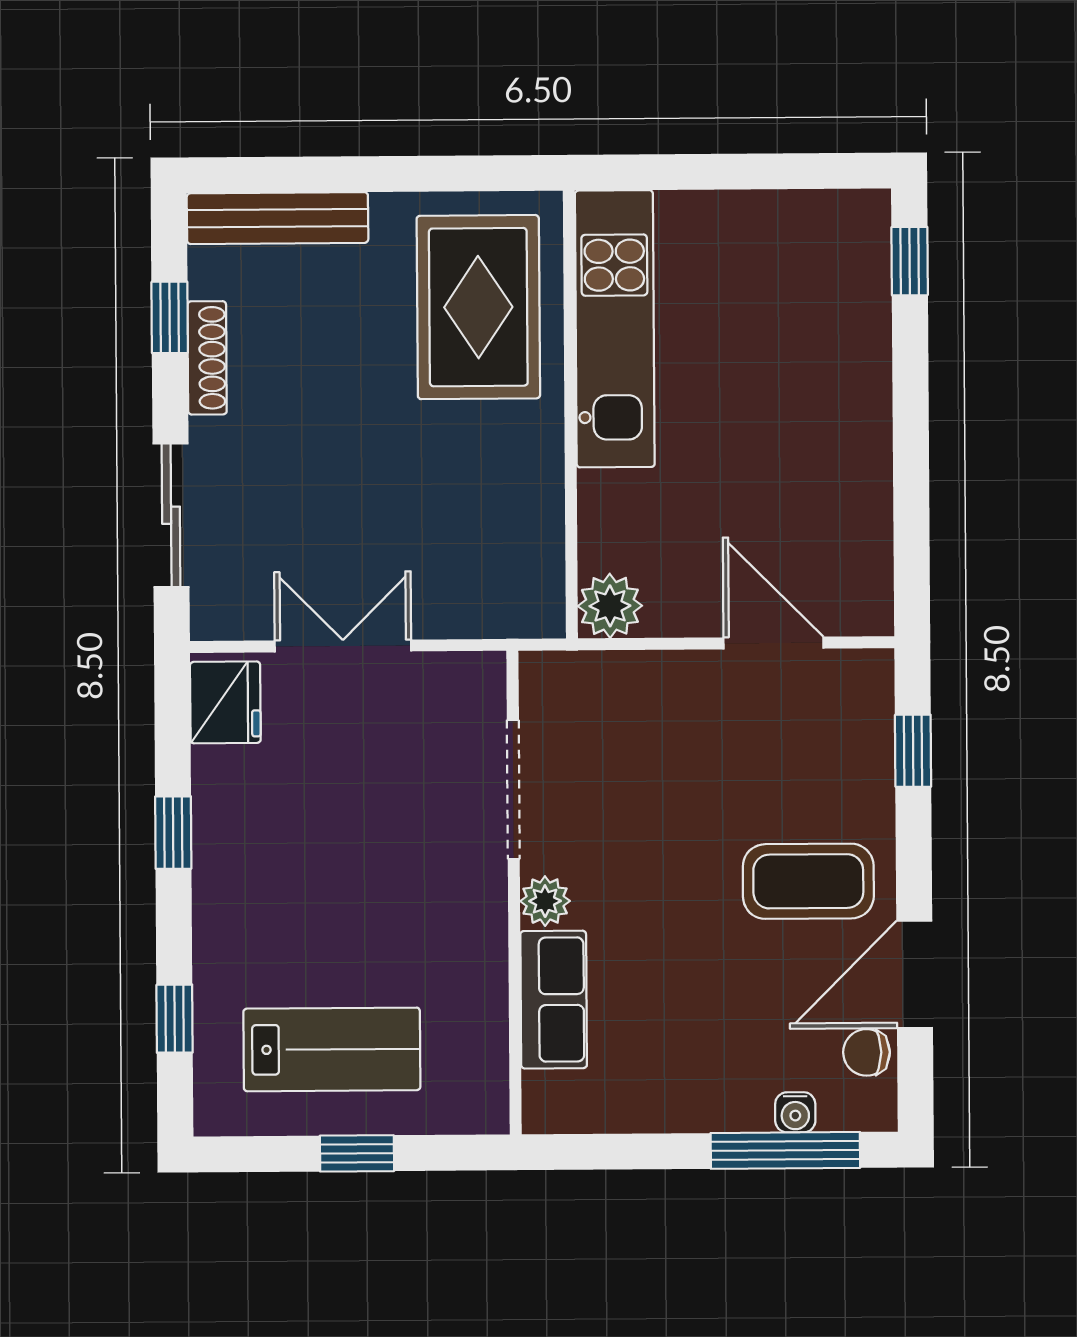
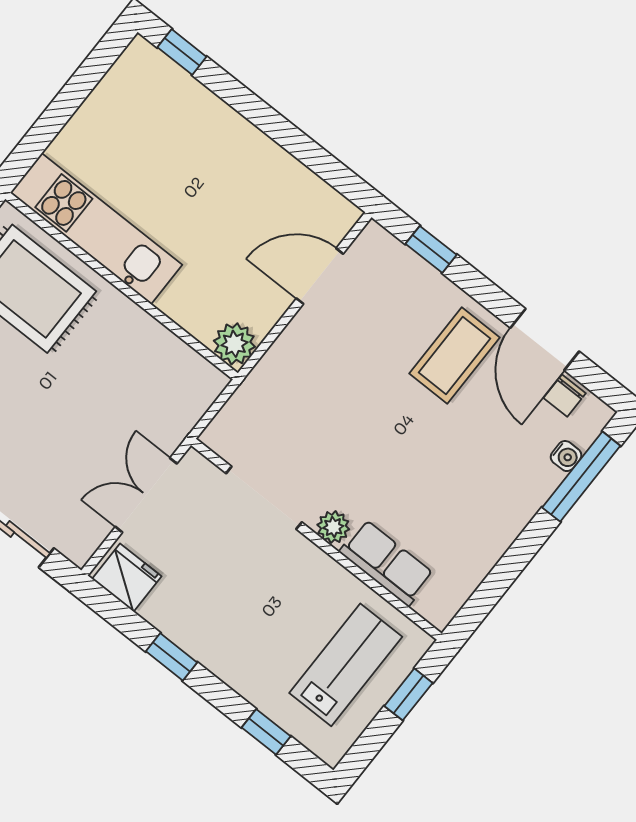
doorway: (513, 789) -> (264, 498), moved
wall: (514, 893) -> (316, 539), moved
plant: (545, 901) -> (333, 527), moved
row of seats: (554, 1000) -> (387, 563), moved

